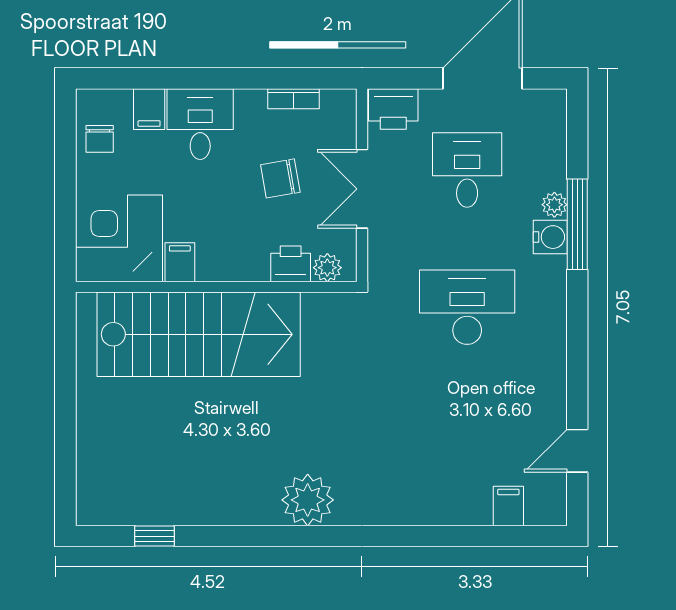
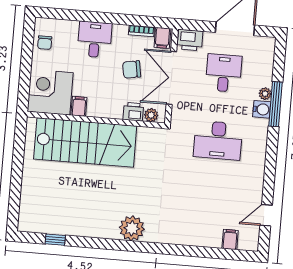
filing cabinet: (149, 109) -> (162, 38), moved
double door: (362, 189) -> (171, 78), width x1.37
desk: (467, 307) -> (218, 140), turned 180

